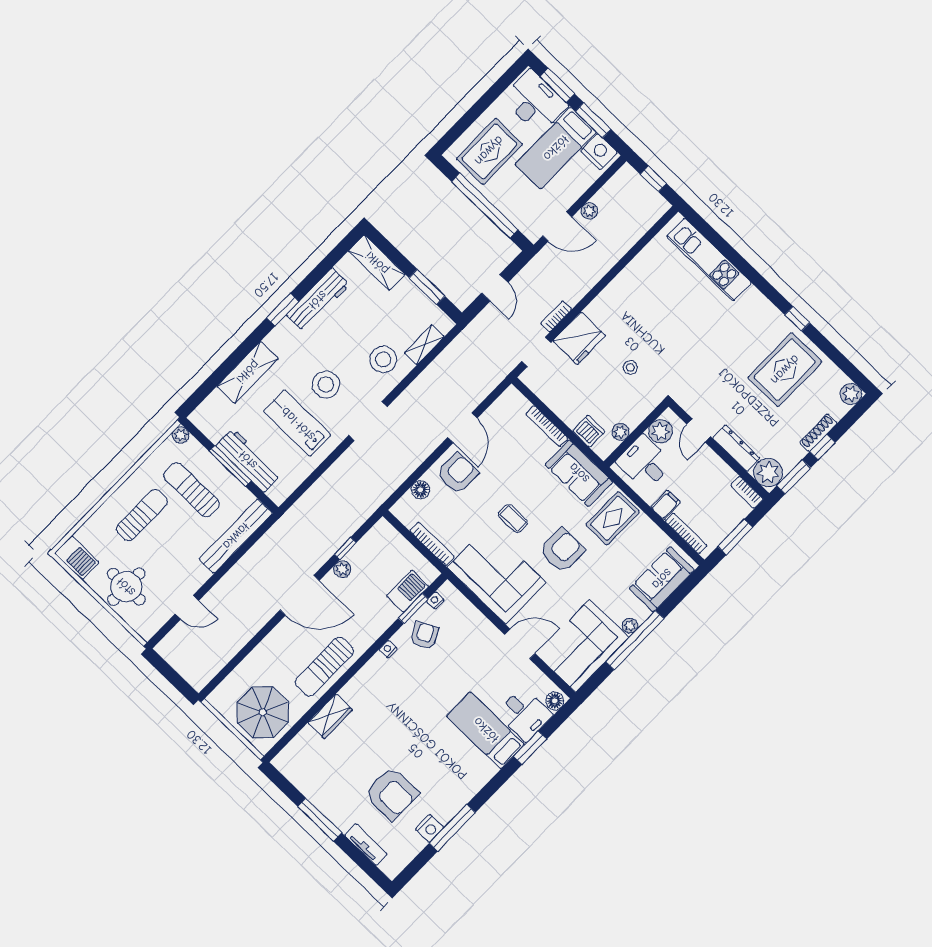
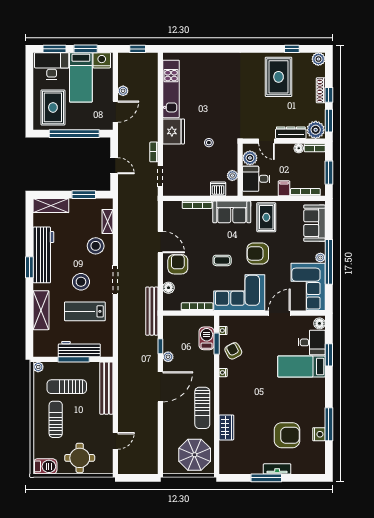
kitchen unit: (709, 260) -> (171, 89), moved, turned -90
workbench: (318, 300) -> (43, 255), width x1.36, depth x1.32
window: (797, 319) -> (292, 49), moved
fridge: (579, 338) -> (174, 131), moved
floor lamp: (728, 475) -> (299, 148), added
bench: (375, 498) -> (152, 311), added
armchair: (562, 551) -> (258, 253), turned -90
tv unit: (366, 845) -> (277, 469), moved

